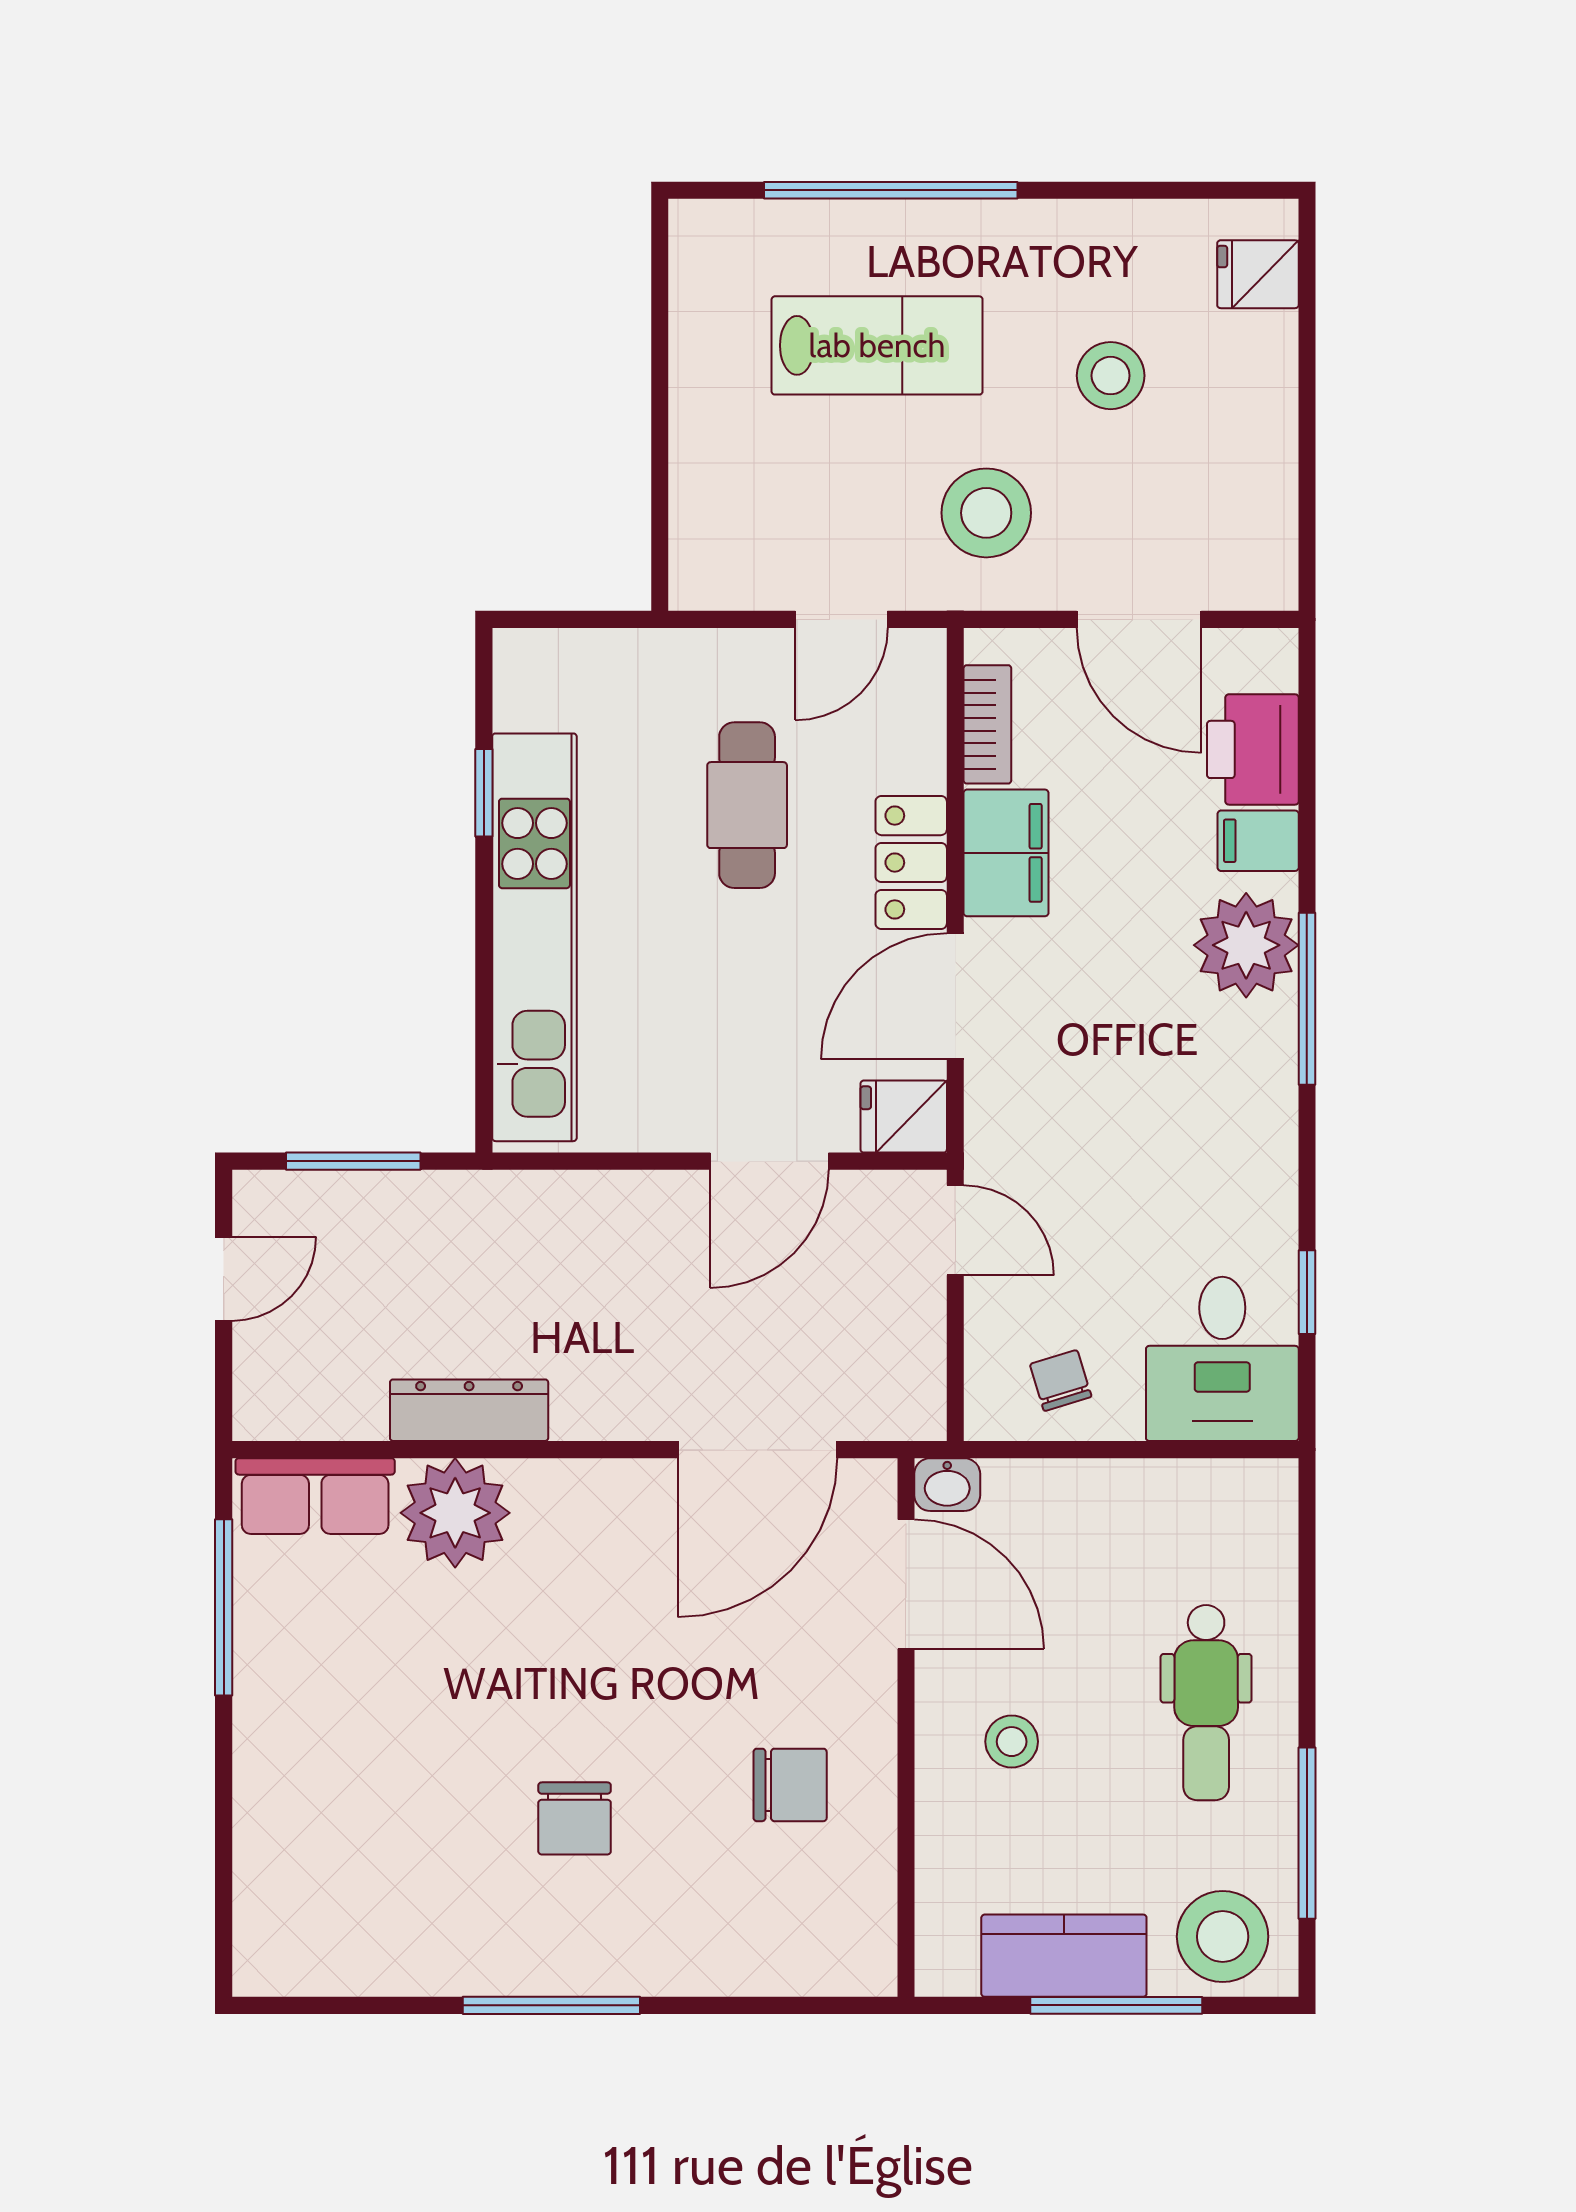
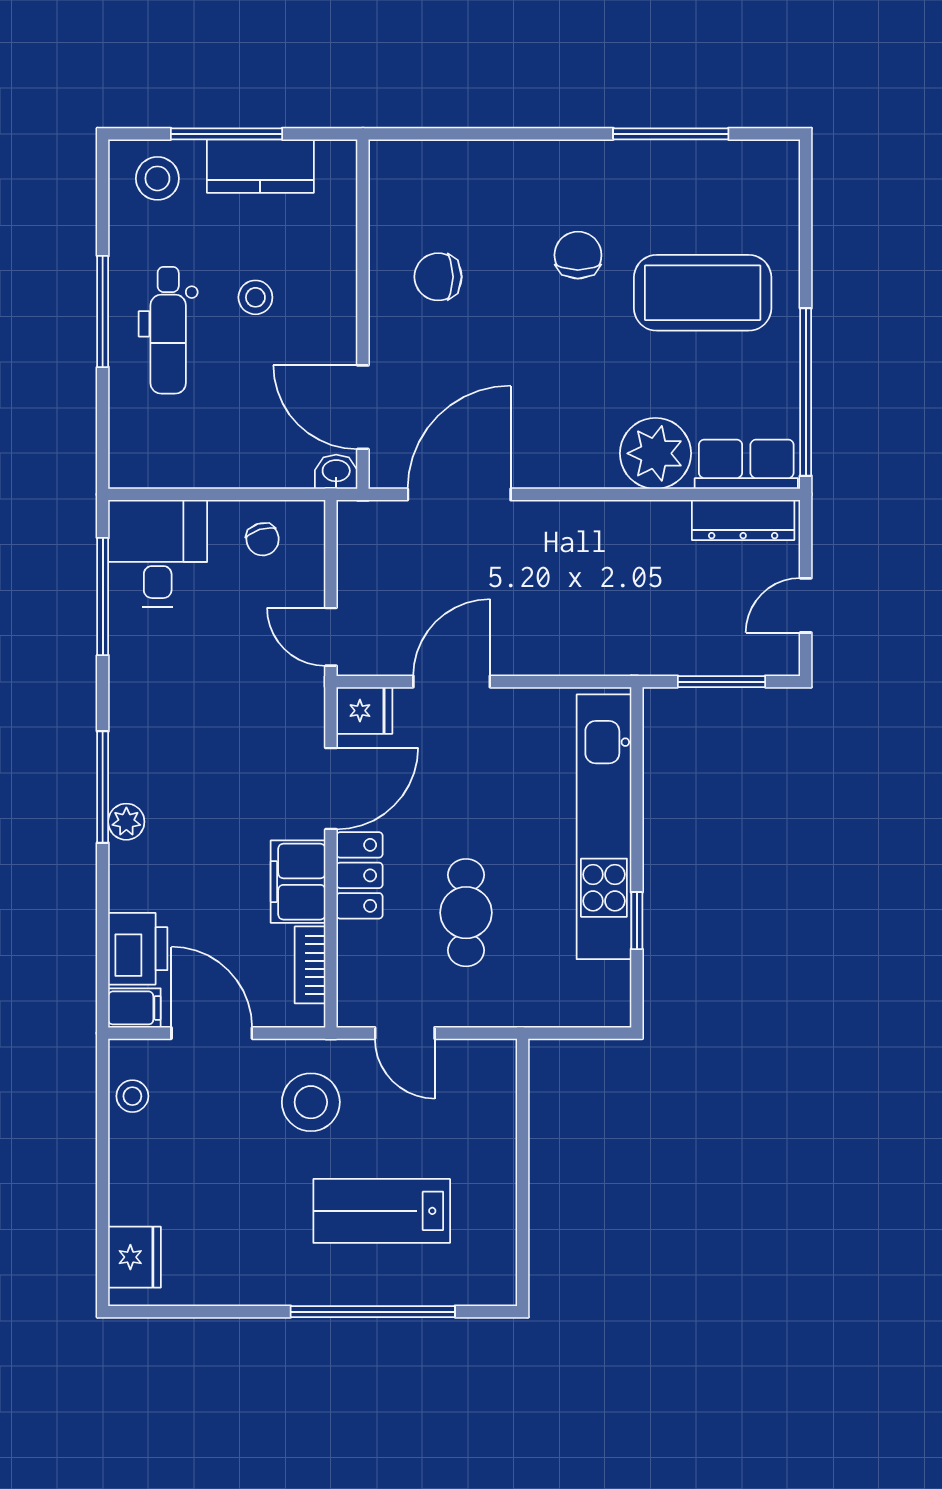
fridge: (1258, 274) -> (135, 1257), width x1.38
stool: (1111, 376) -> (132, 1096), moved, width x0.73, depth x0.73
door: (841, 619) -> (405, 1033), swing flipped
filing cabinet: (1258, 841) -> (134, 1008), moved
plant: (1246, 945) -> (126, 822), width x0.53, depth x0.53
window: (1307, 1292) -> (103, 597), width x2.17
dresser: (469, 1410) -> (743, 520), moved
window: (224, 1607) -> (806, 392), width x1.46
dental chair: (1206, 1703) -> (168, 330), turned 180
stool: (1012, 1742) -> (255, 297), moved
coffee table: (382, 1760) -> (703, 293), added
window: (1307, 1833) -> (103, 312), moved
stool: (1223, 1937) -> (157, 178), width x0.73, depth x0.73
window: (551, 2005) -> (671, 134), moved

